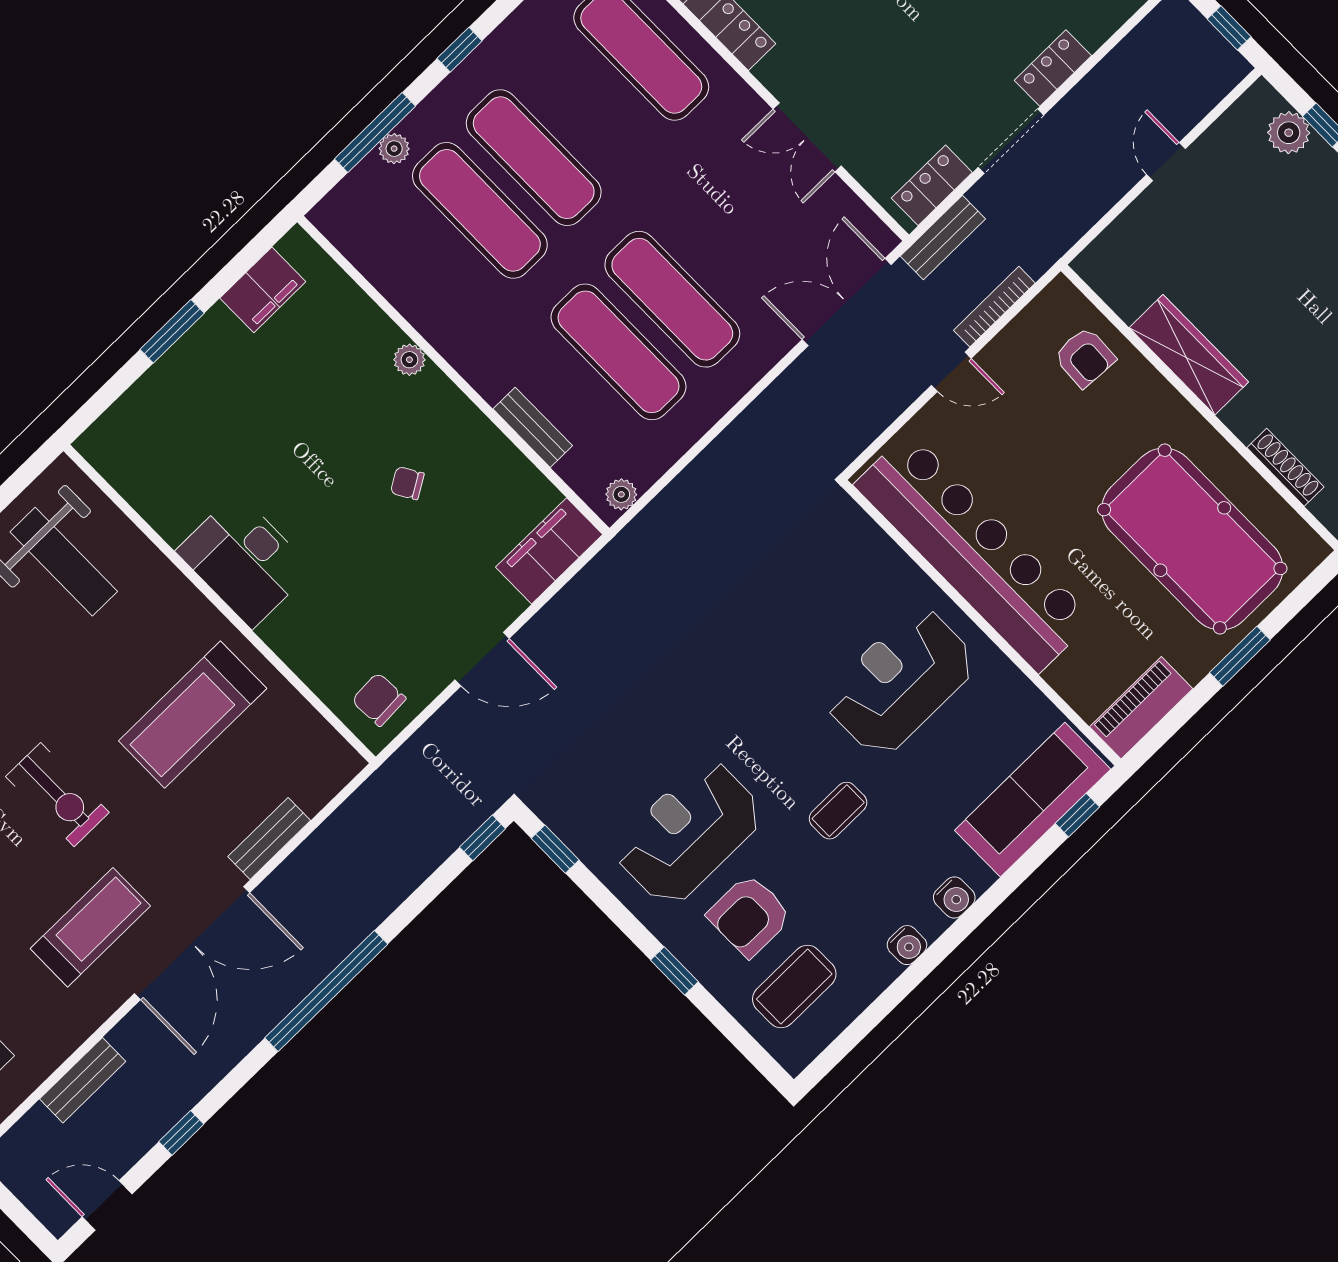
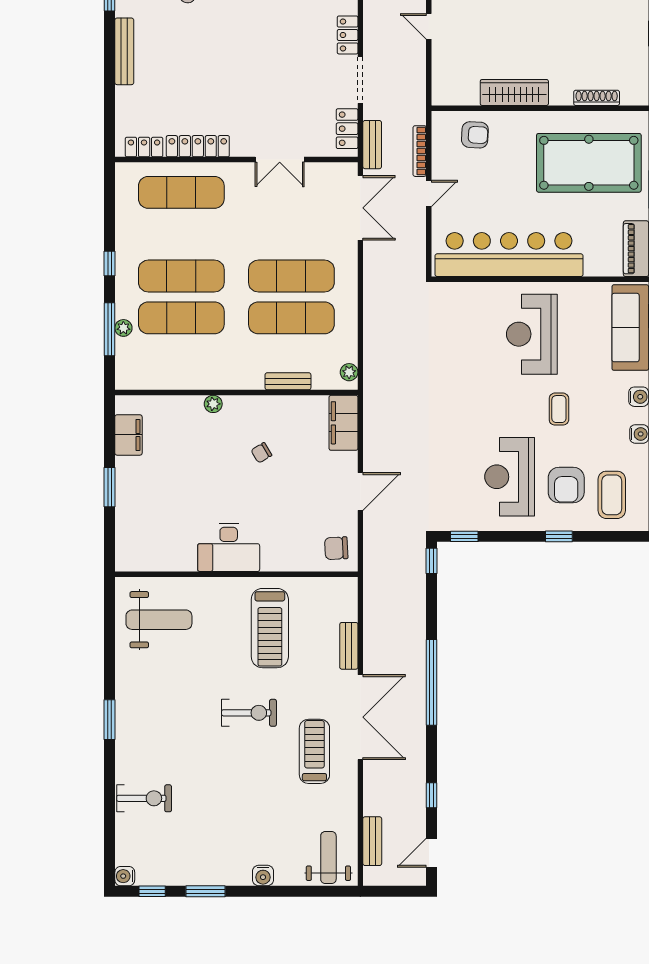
double door: (847, 302) -> (360, 208), swing flipped
bench: (83, 1080) -> (372, 841), moved

